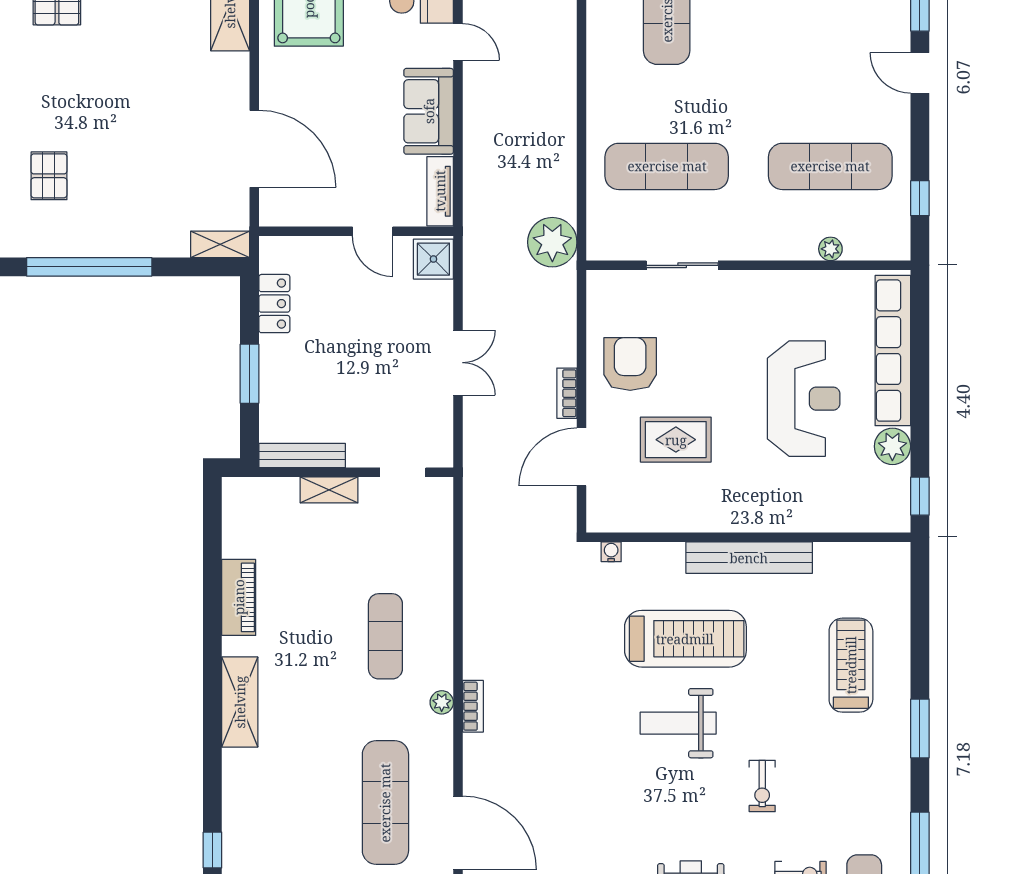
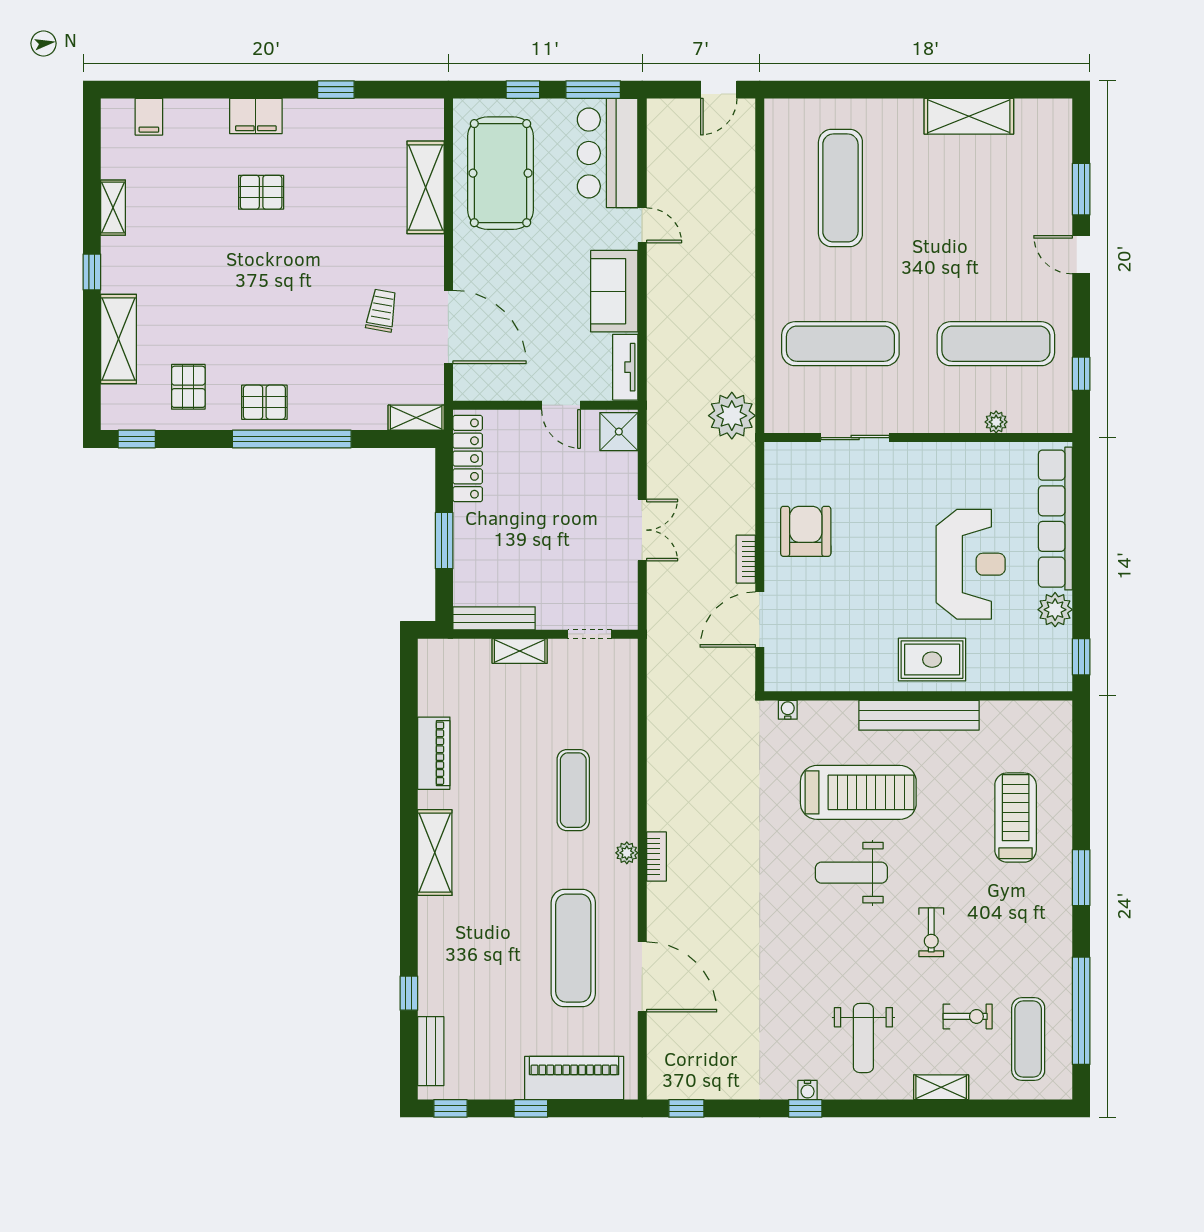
trolley: (184, 132) -> (382, 311), added
pallet: (49, 176) -> (264, 402), moved, turned 90
locker: (274, 304) -> (468, 459), width x1.53
rug: (676, 440) -> (932, 660), moved

